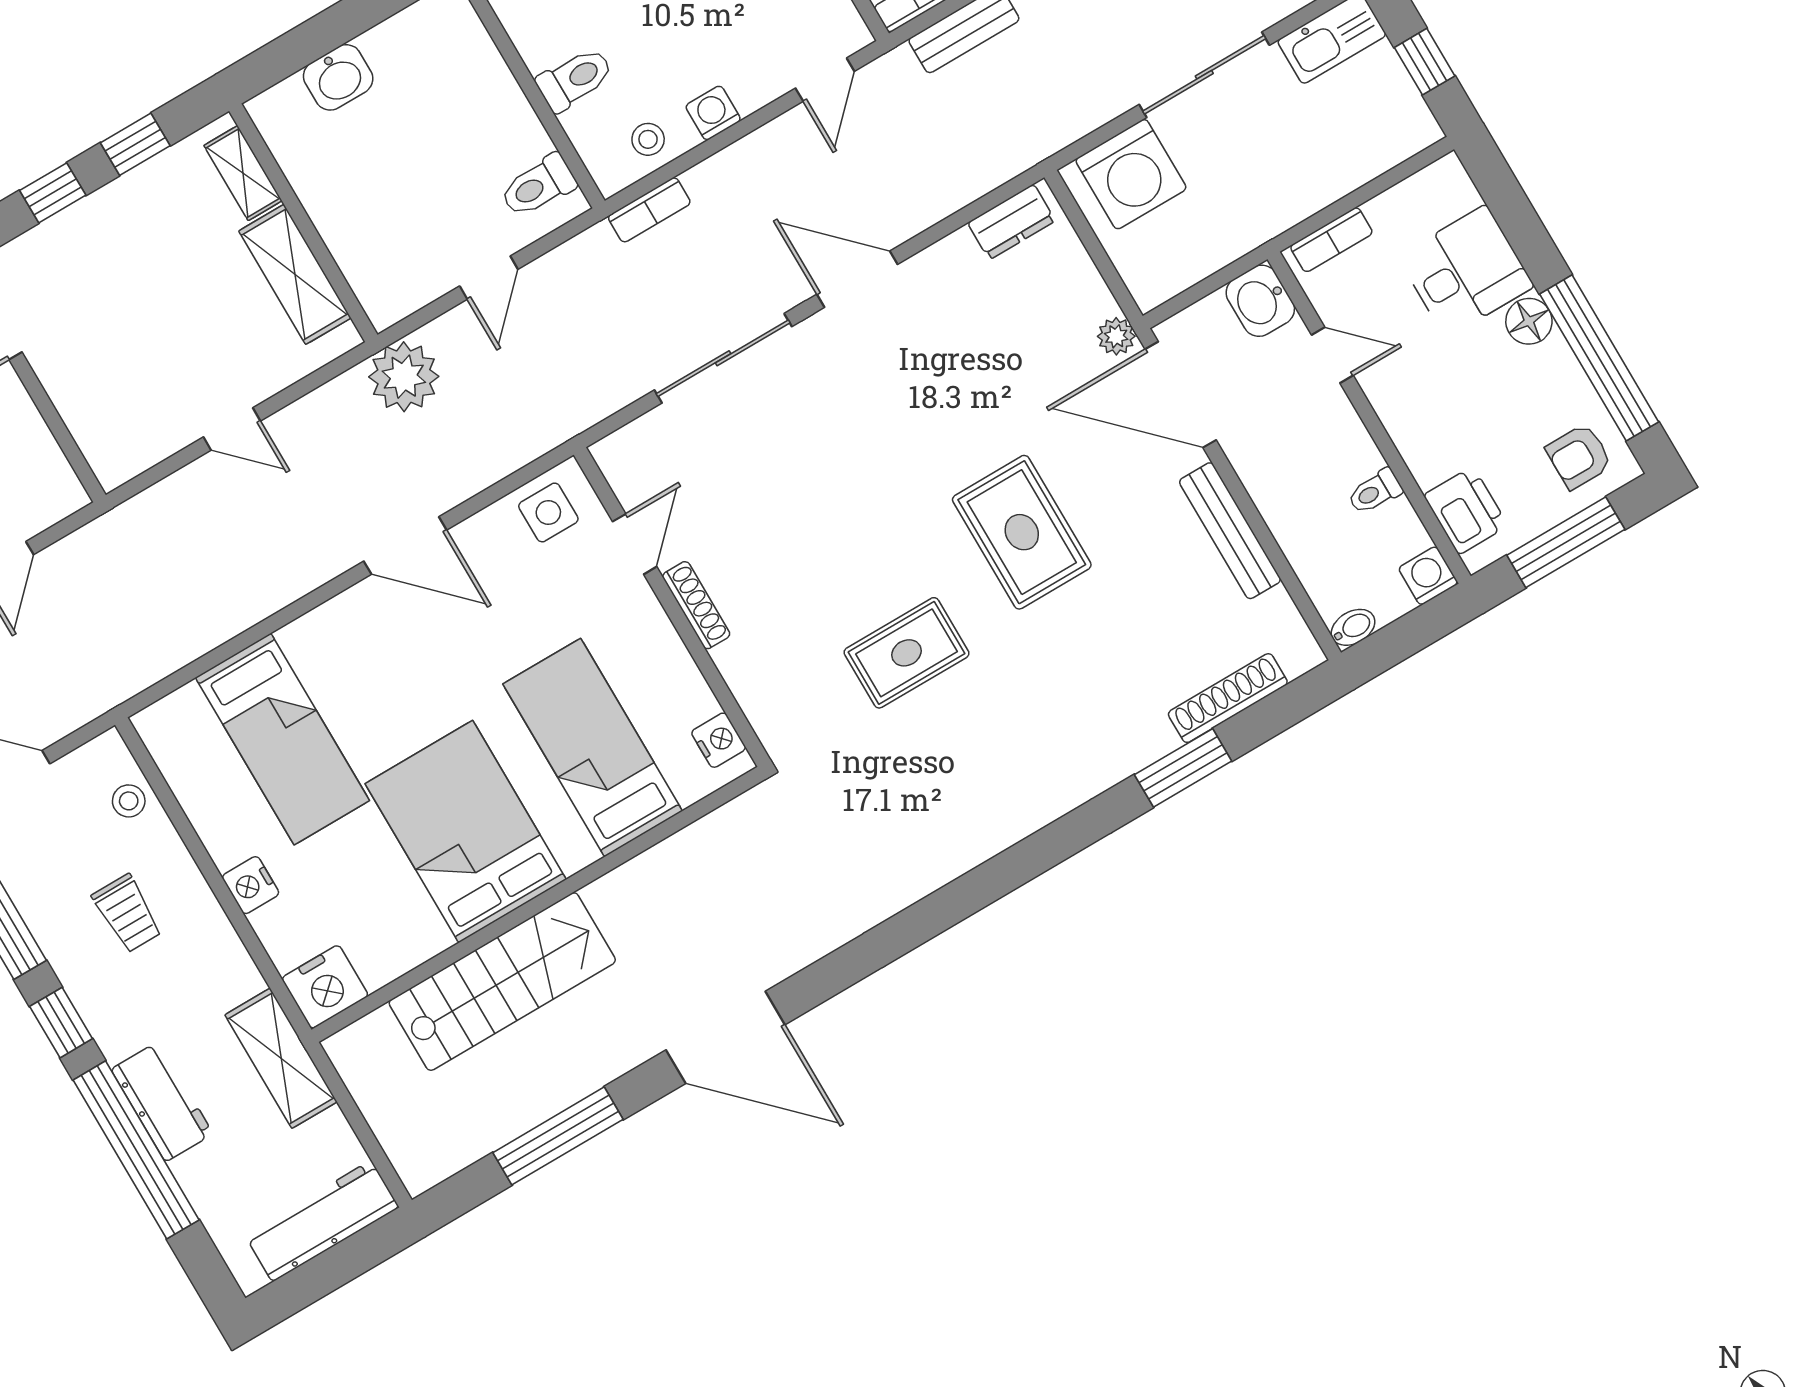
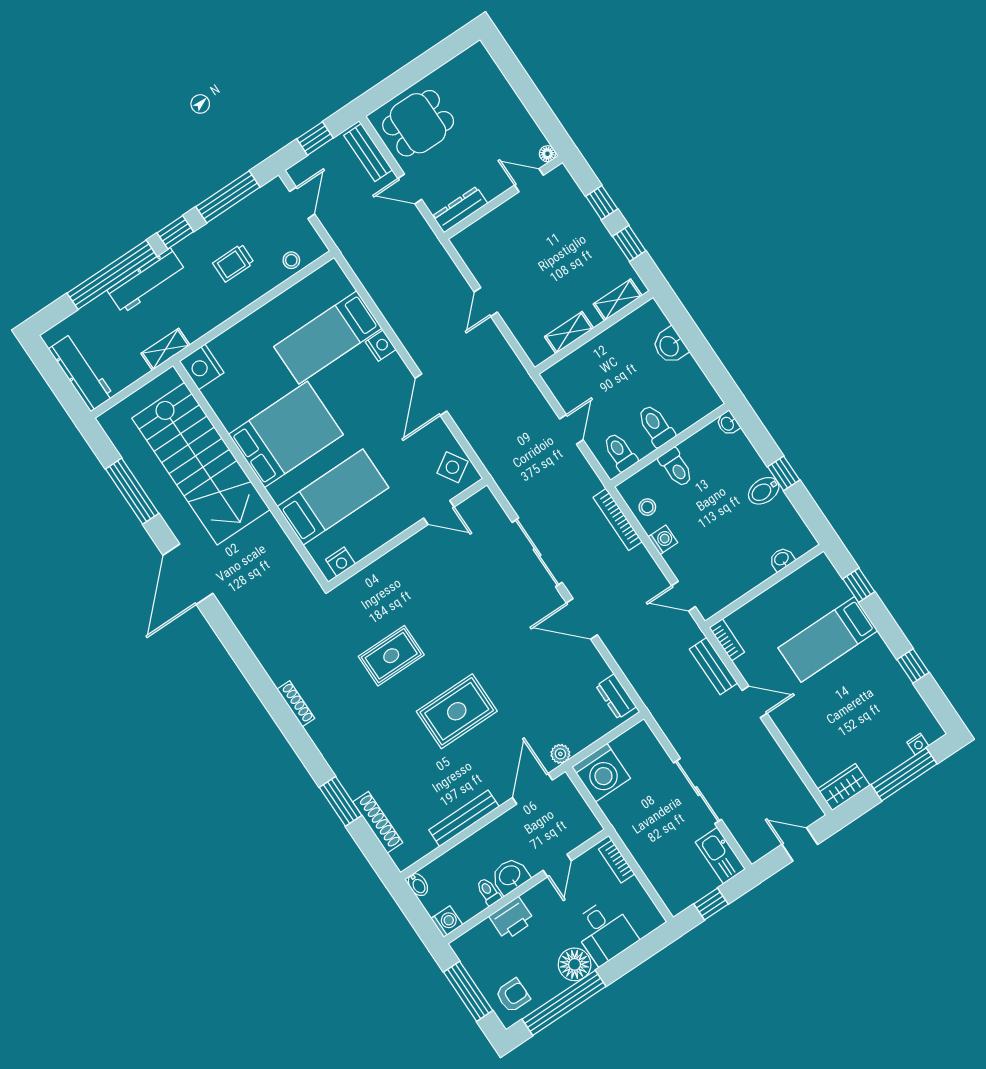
toilet: (491, 114) -> (656, 426), added
washing machine: (1131, 174) -> (601, 773), moved, turned -90
bookcase: (649, 210) -> (618, 519), width x1.56
shelving: (295, 274) -> (569, 332), width x0.67, depth x0.75
door: (489, 278) -> (571, 429), swing flipped
door: (857, 279) -> (582, 619), swing flipped
washbasin: (1260, 301) -> (510, 876), moved
floor lamp: (1529, 321) -> (575, 964), width x1.38, depth x1.38
plant: (404, 377) -> (518, 389), removed
door: (1181, 395) -> (532, 789), width x0.73
armchair: (1579, 456) -> (513, 995), turned 90
dresser: (50, 468) -> (460, 210), added
printer: (1466, 510) -> (512, 919), moved
side table: (548, 512) -> (452, 467), turned -32
shoe rack: (696, 605) -> (296, 704), moved, turned -90
rug: (906, 653) -> (391, 656), turned 90
nightstand: (251, 885) -> (381, 346), moved, turned 90
stairs: (502, 982) -> (201, 464), width x1.36, depth x1.51
shelving: (281, 1058) -> (165, 349), width x0.67, depth x0.75
workbench: (162, 1102) -> (146, 281), width x1.37

